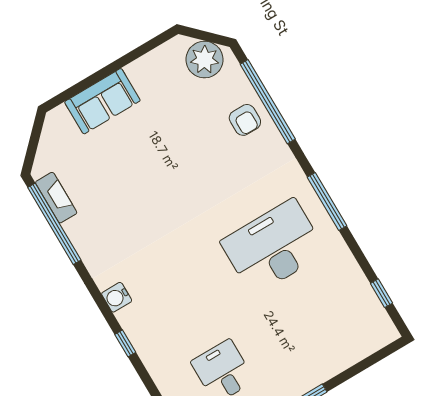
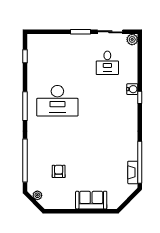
plant: (205, 60) -> (37, 195), width x0.53, depth x0.53
armchair: (245, 120) -> (59, 171), moved
water cooler: (117, 297) -> (132, 89), moved

